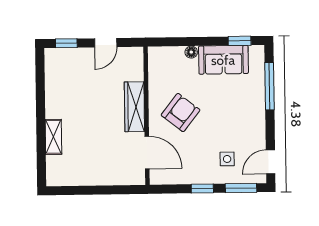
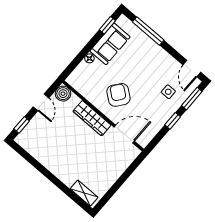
boiler: (133, 57) -> (63, 94), added
shelving: (53, 137) -> (84, 193), moved

